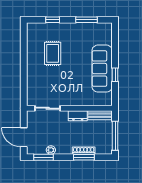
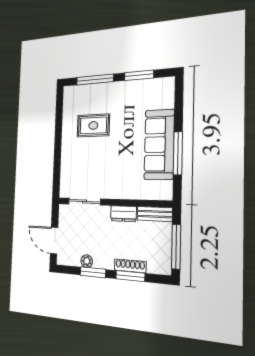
window: (53, 20) -> (95, 79), width x2.17
rug: (53, 53) -> (93, 125), turned 90
window: (115, 75) -> (178, 153), width x2.17
window: (44, 157) -> (93, 272), moved

